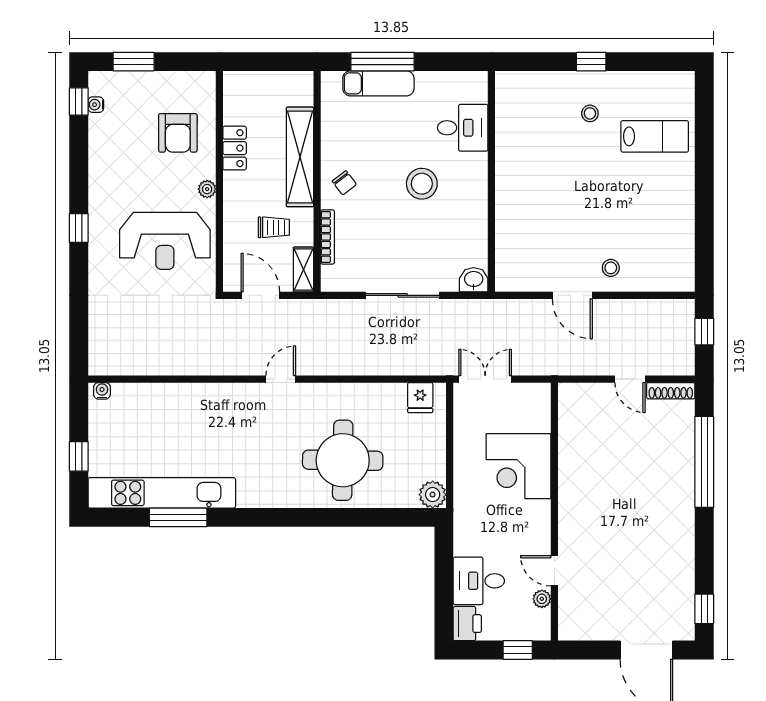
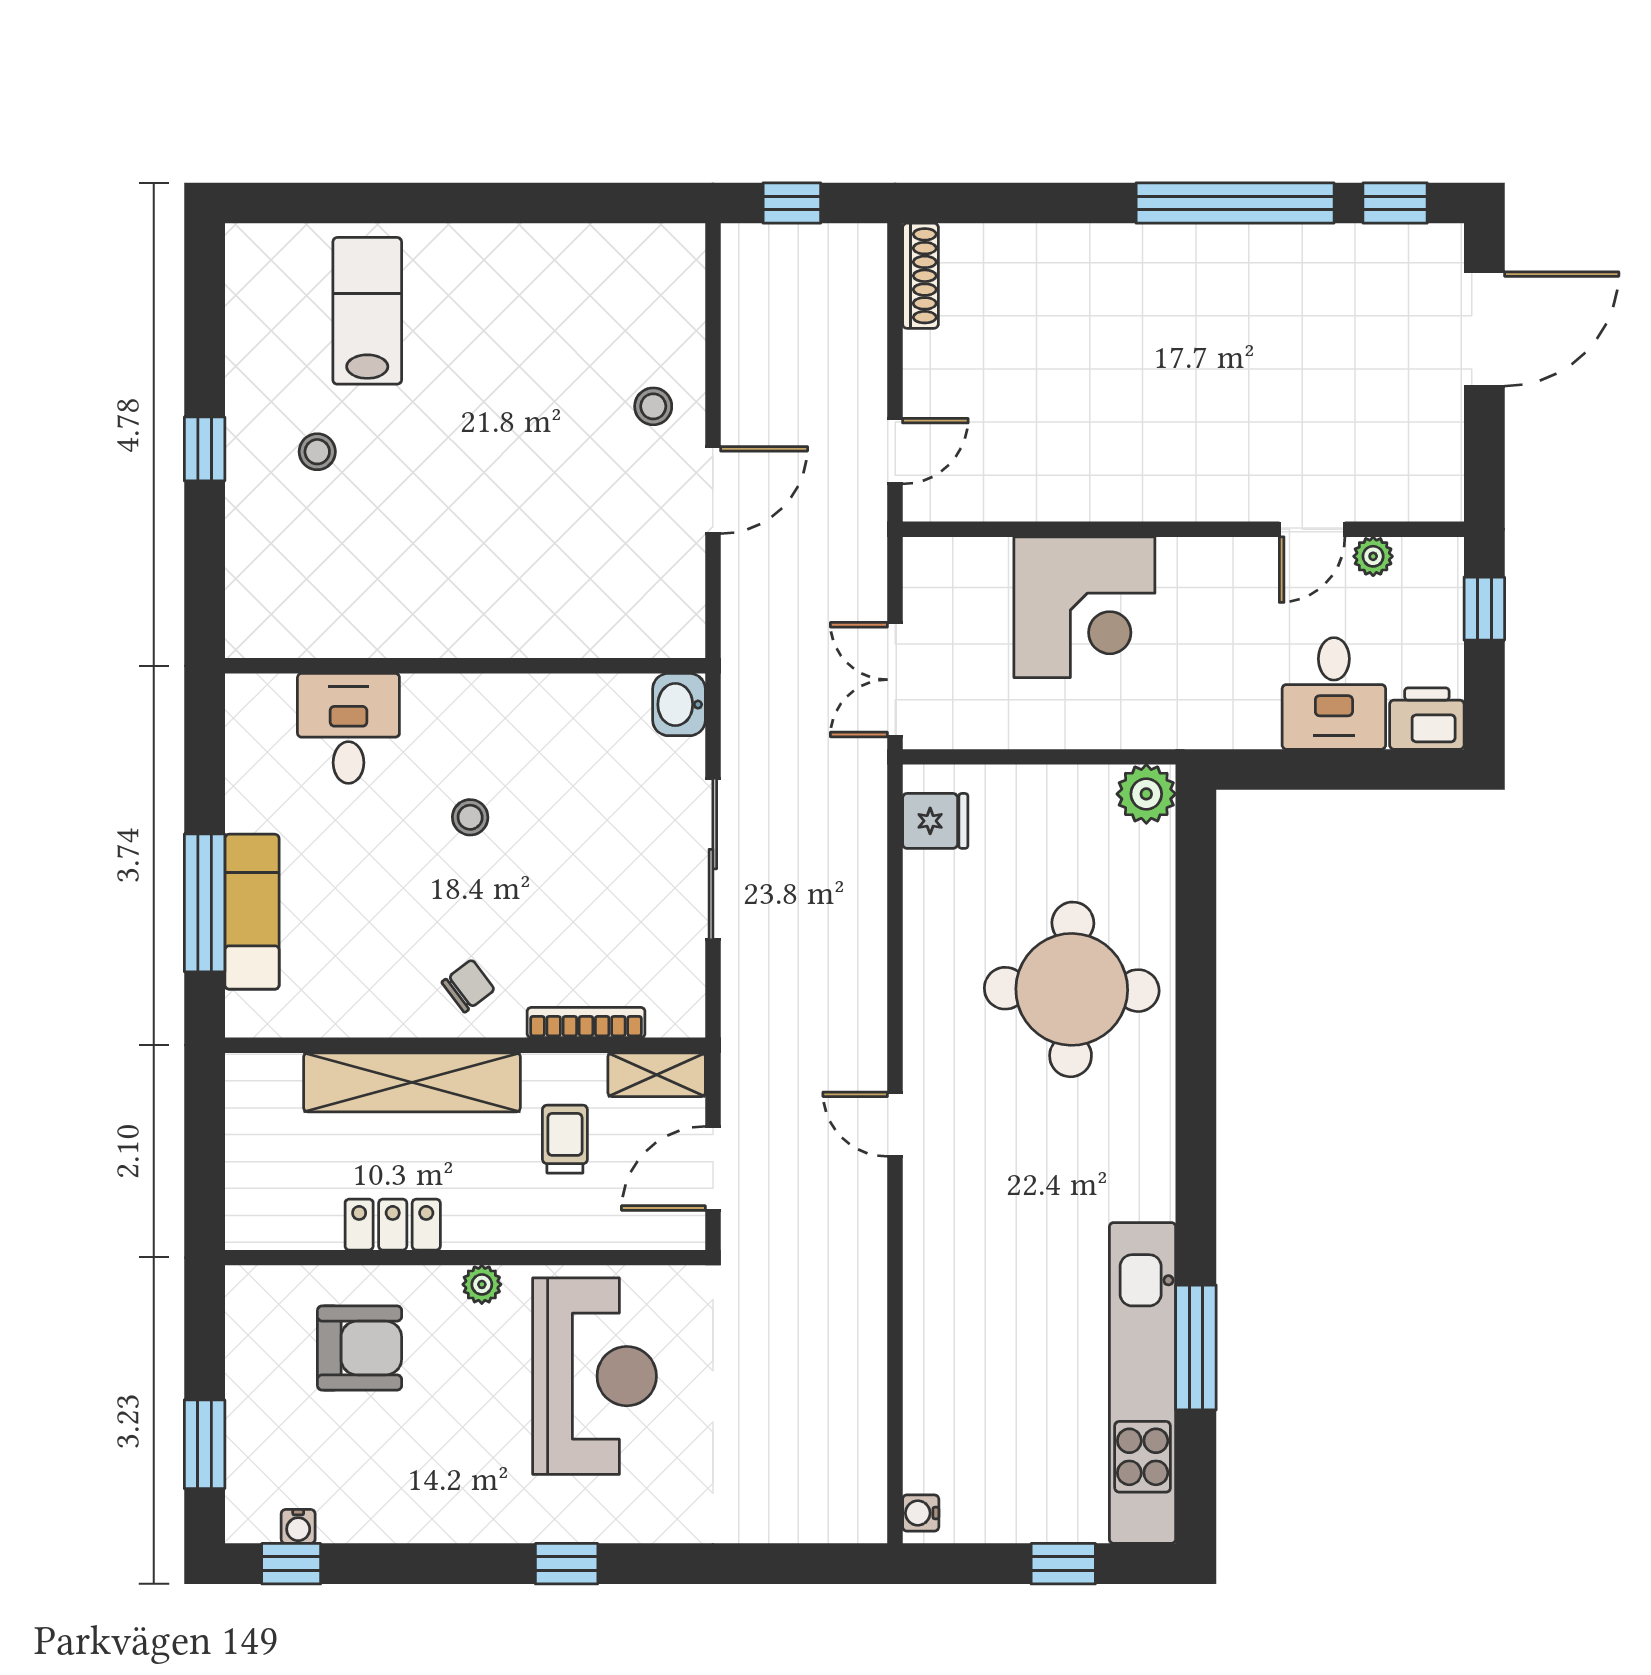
stool: (422, 184) -> (470, 817), width x0.53, depth x0.53
door: (630, 379) -> (895, 451), moved
window: (704, 462) -> (1235, 203), moved

